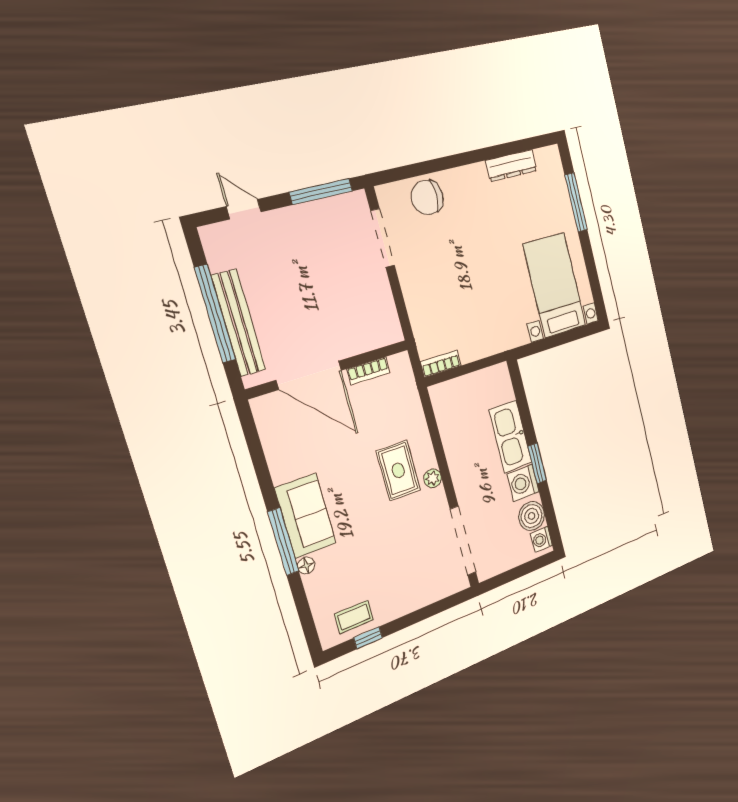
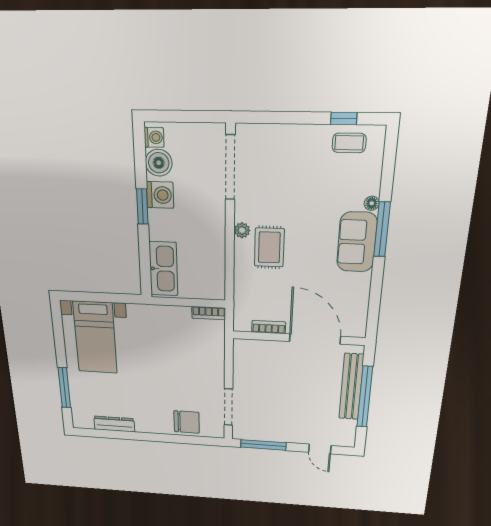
kitchen sink: (510, 436) -> (163, 269), moved

